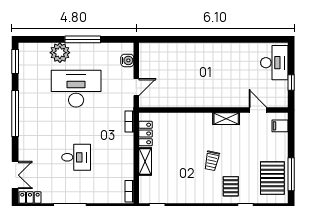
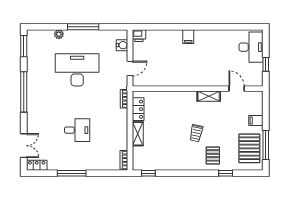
printer: (146, 49) -> (139, 36), added
filing cabinet: (203, 51) -> (188, 37), added
plant: (60, 53) -> (59, 34), width x0.53, depth x0.53
filing cabinet: (280, 126) -> (256, 120), moved

